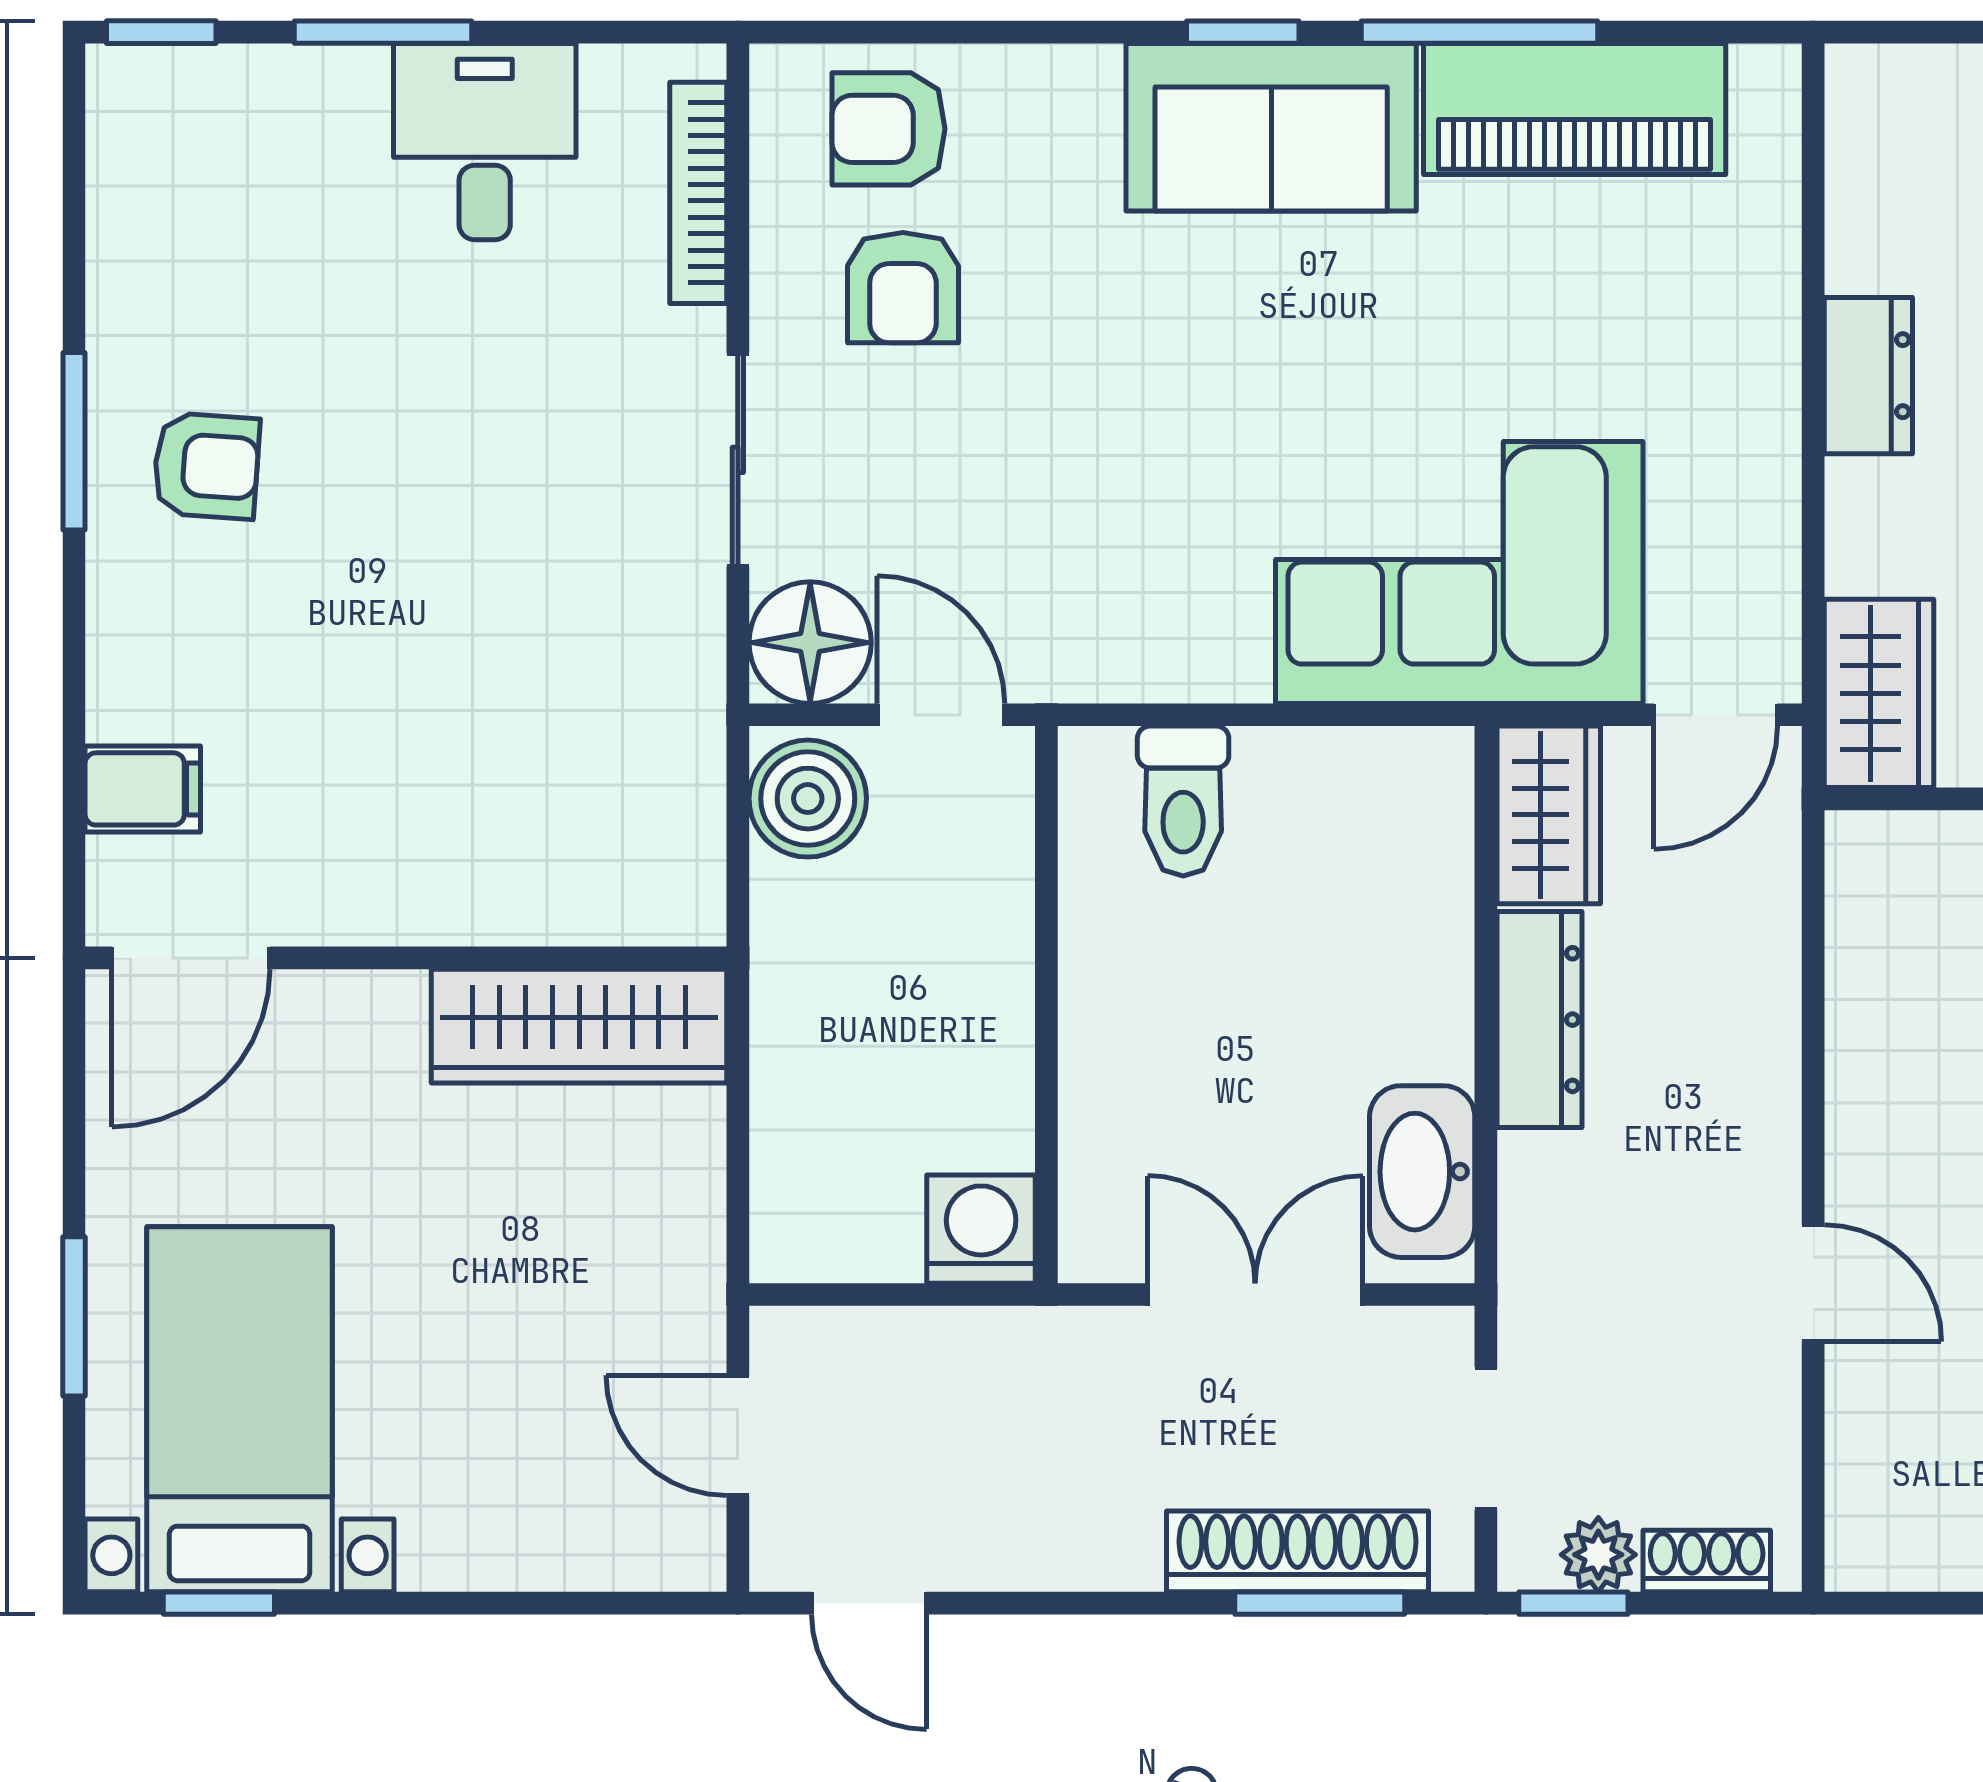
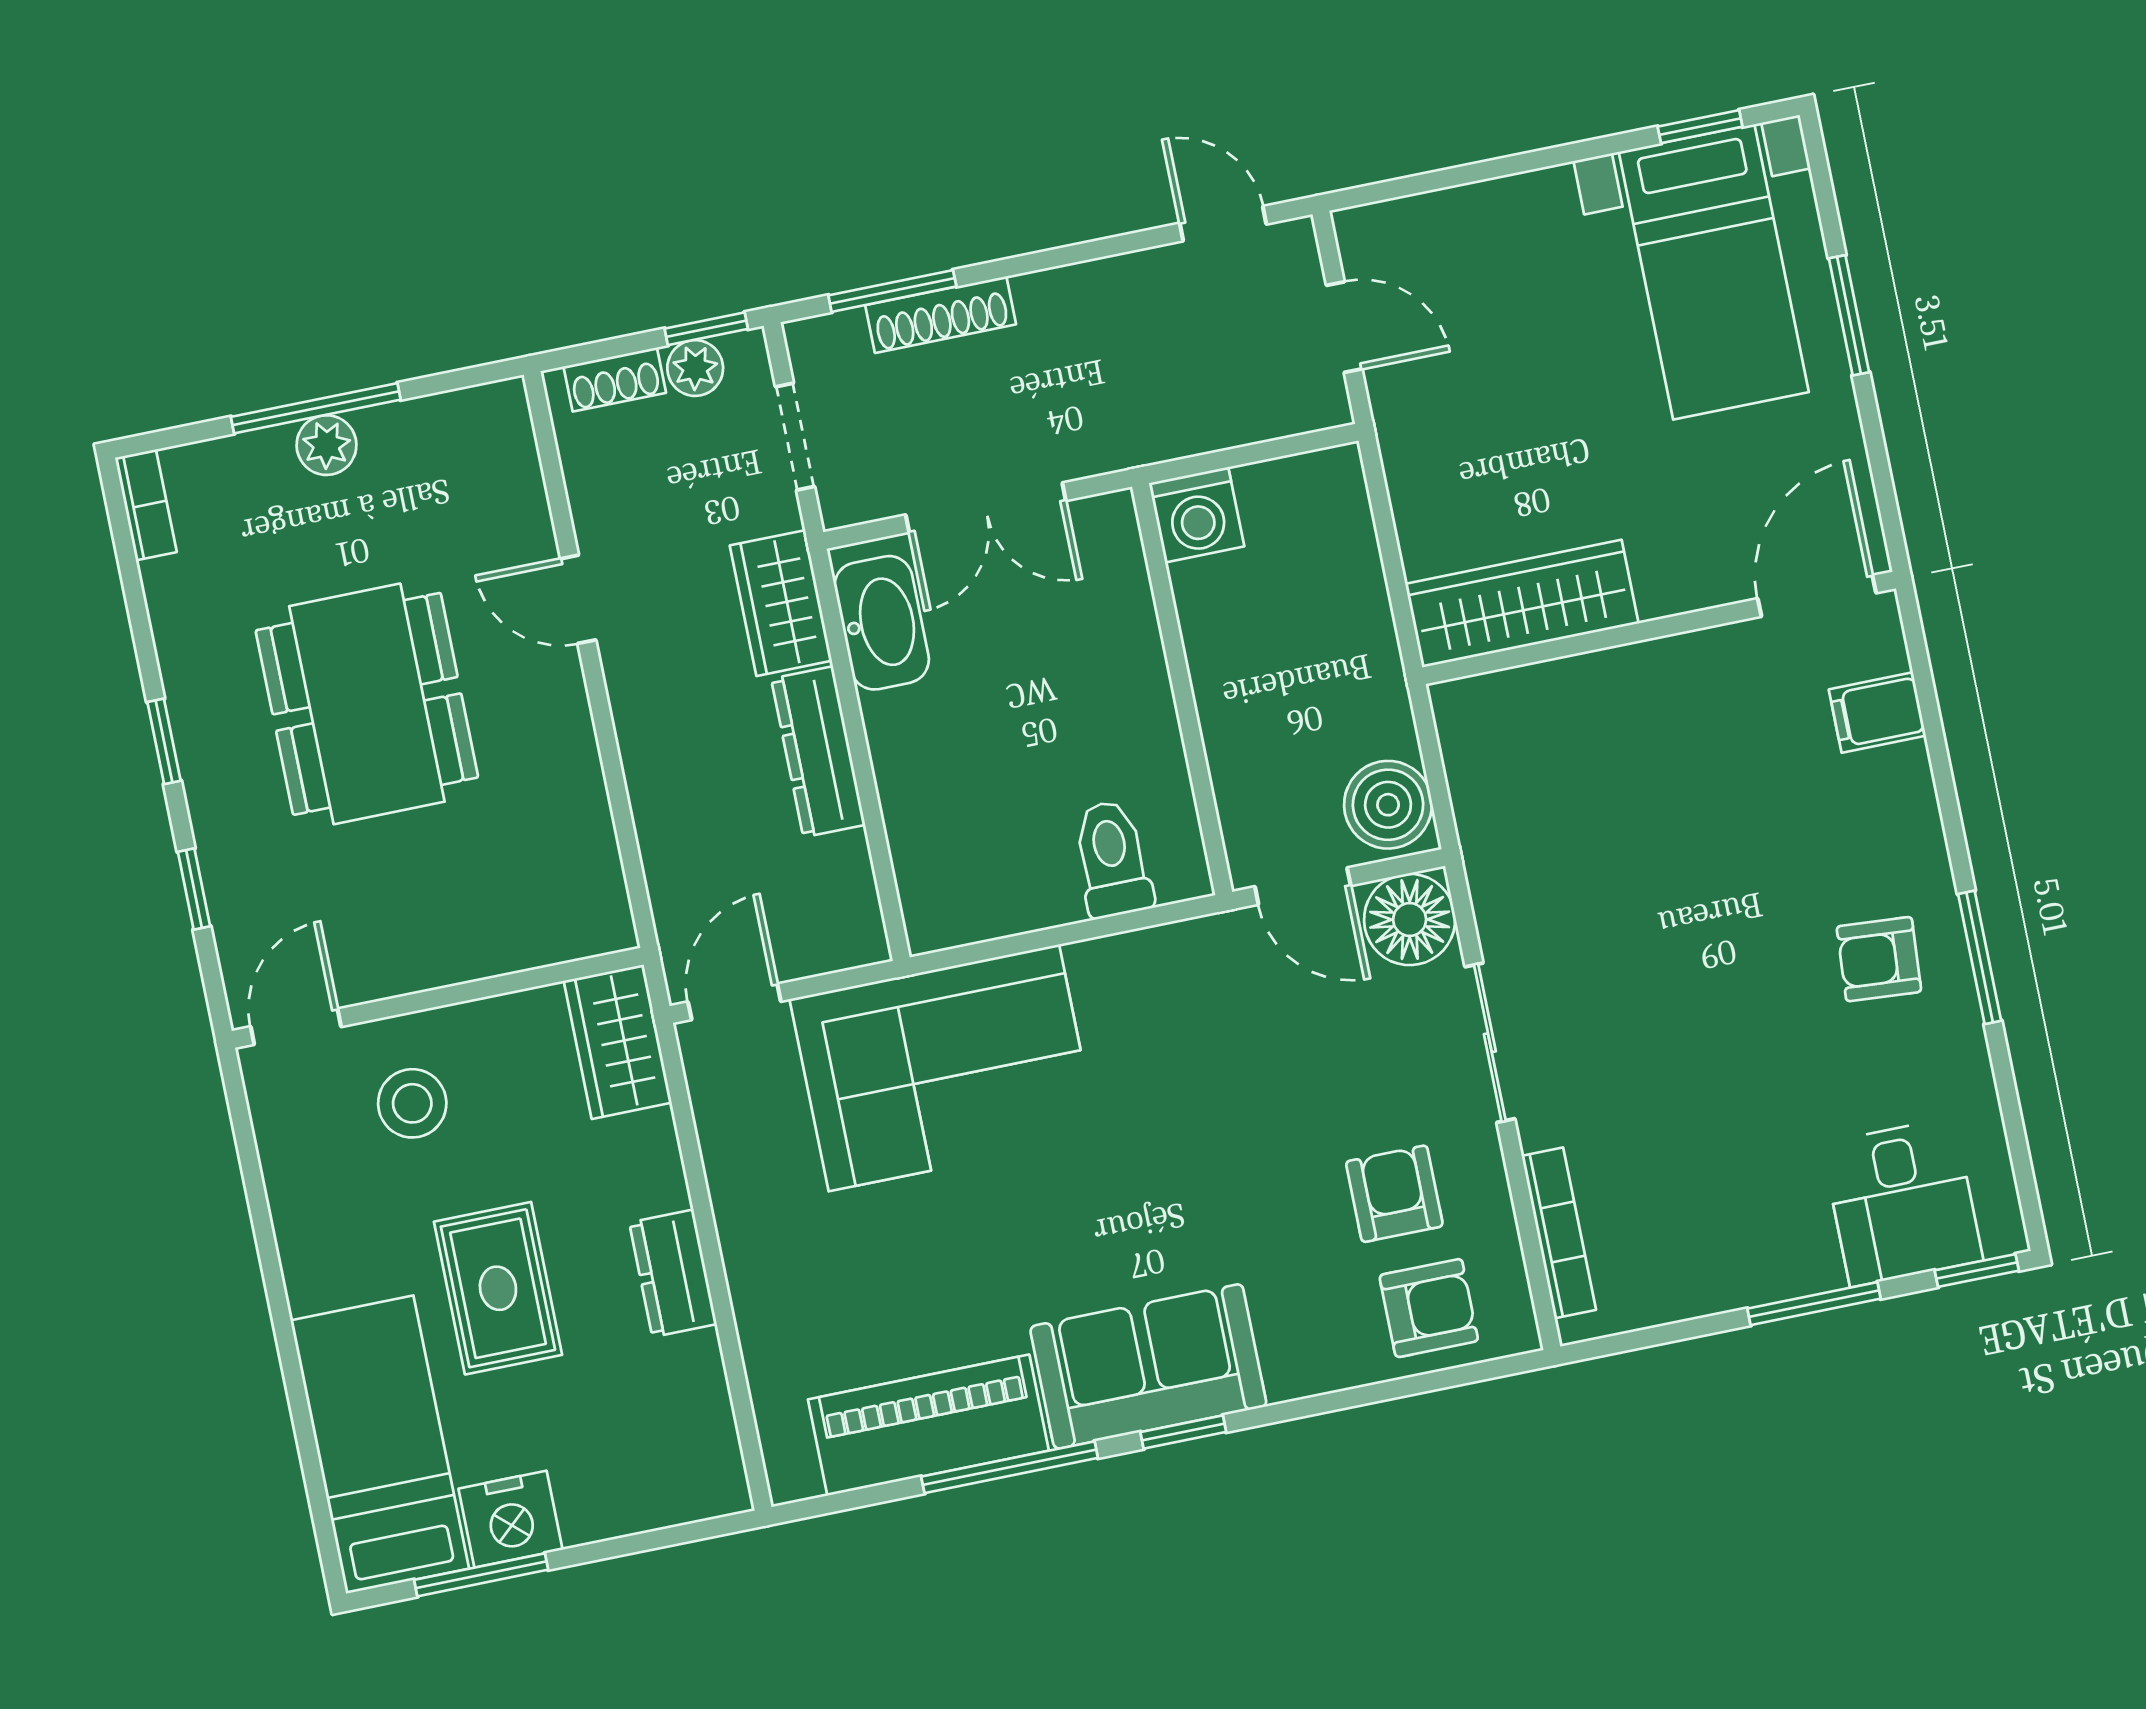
desk: (485, 142) -> (1902, 1202), moved
wardrobe: (1549, 815) -> (781, 603), moved
shoe rack: (1298, 1551) -> (941, 315), width x0.74, depth x0.81

